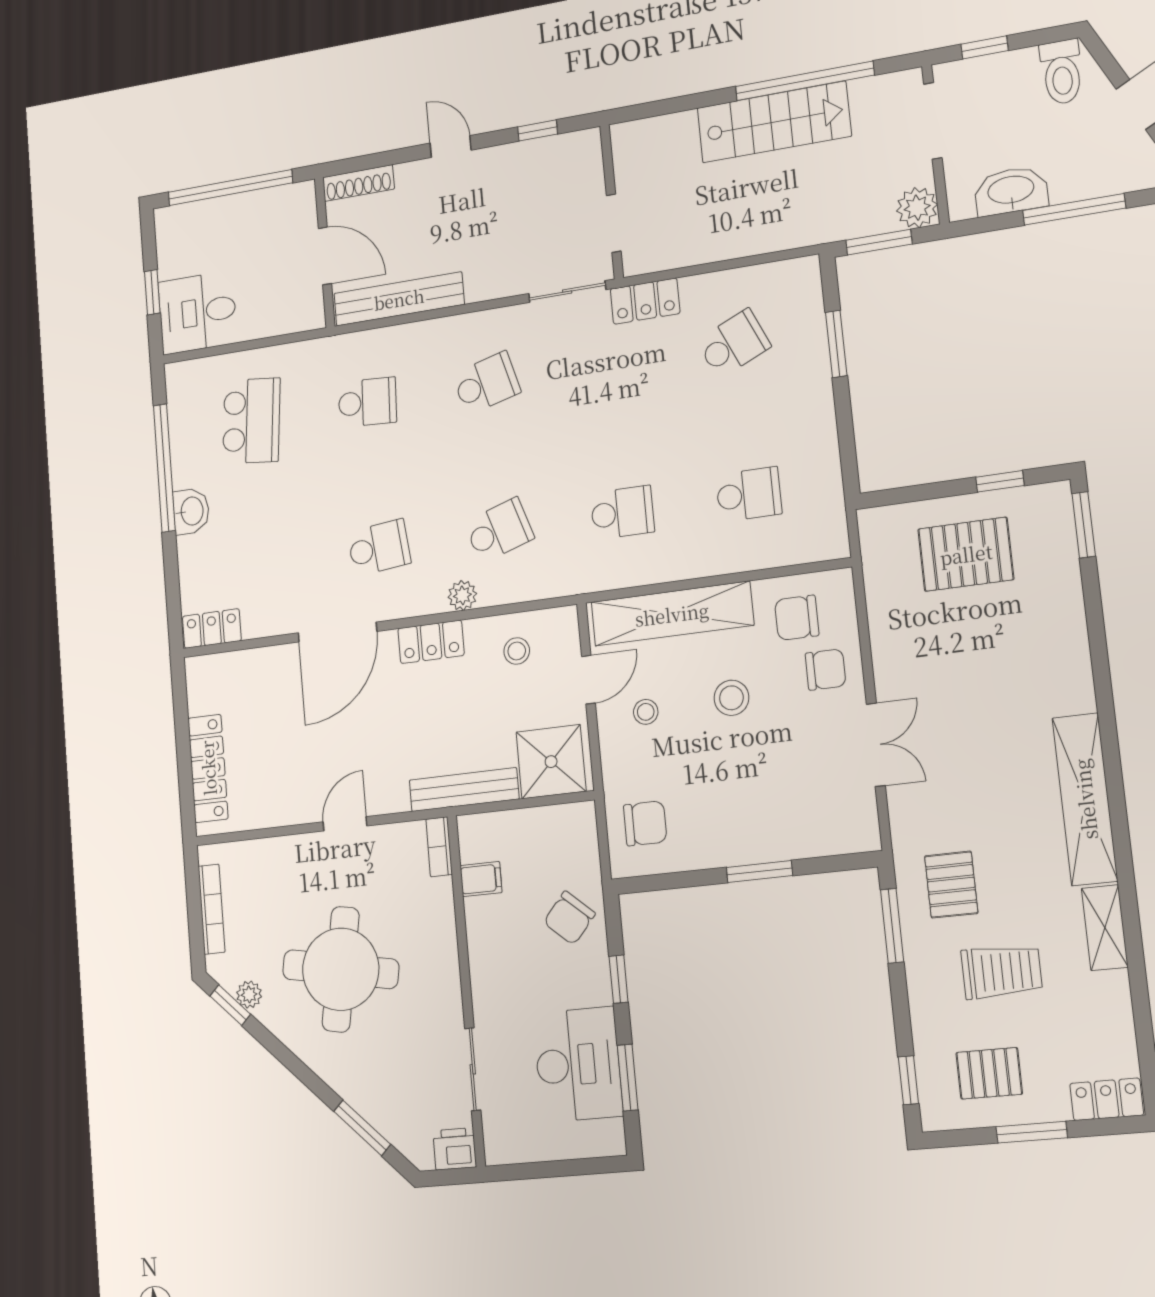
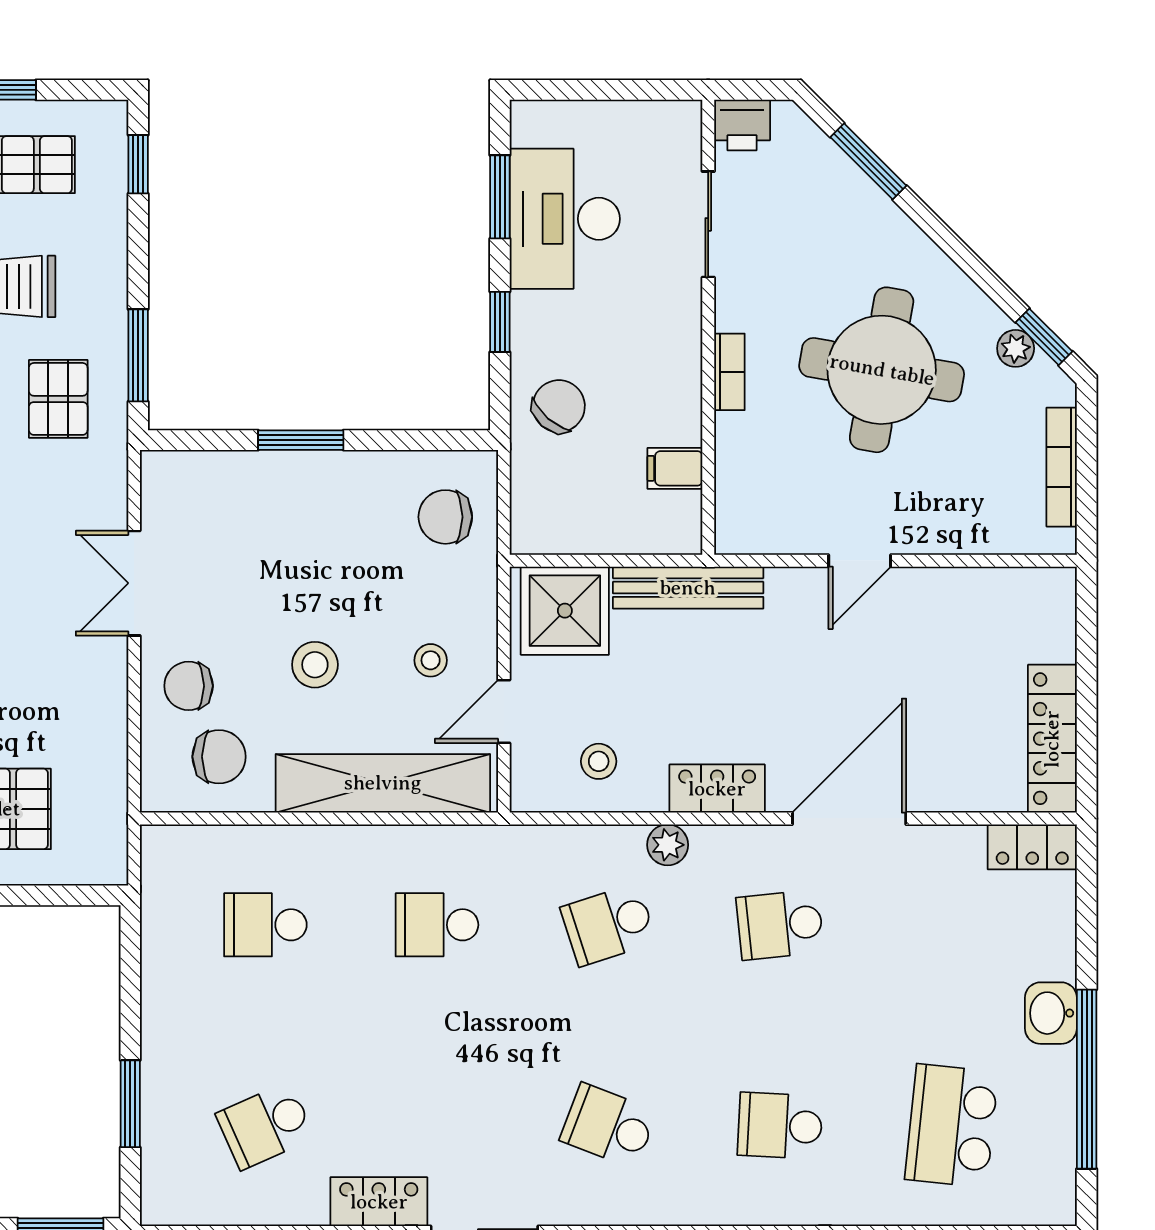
school desk: (486, 383) -> (608, 1126), turned 36
locker: (208, 768) -> (1052, 739), moved
bookcase: (439, 847) -> (729, 372), moved

